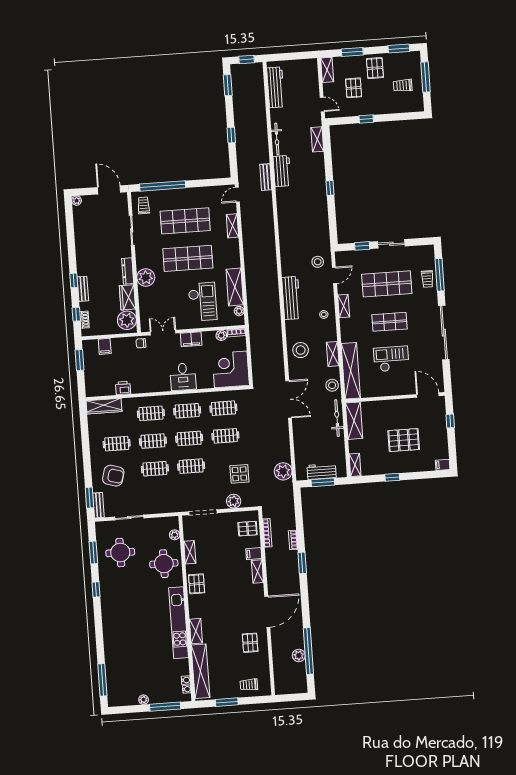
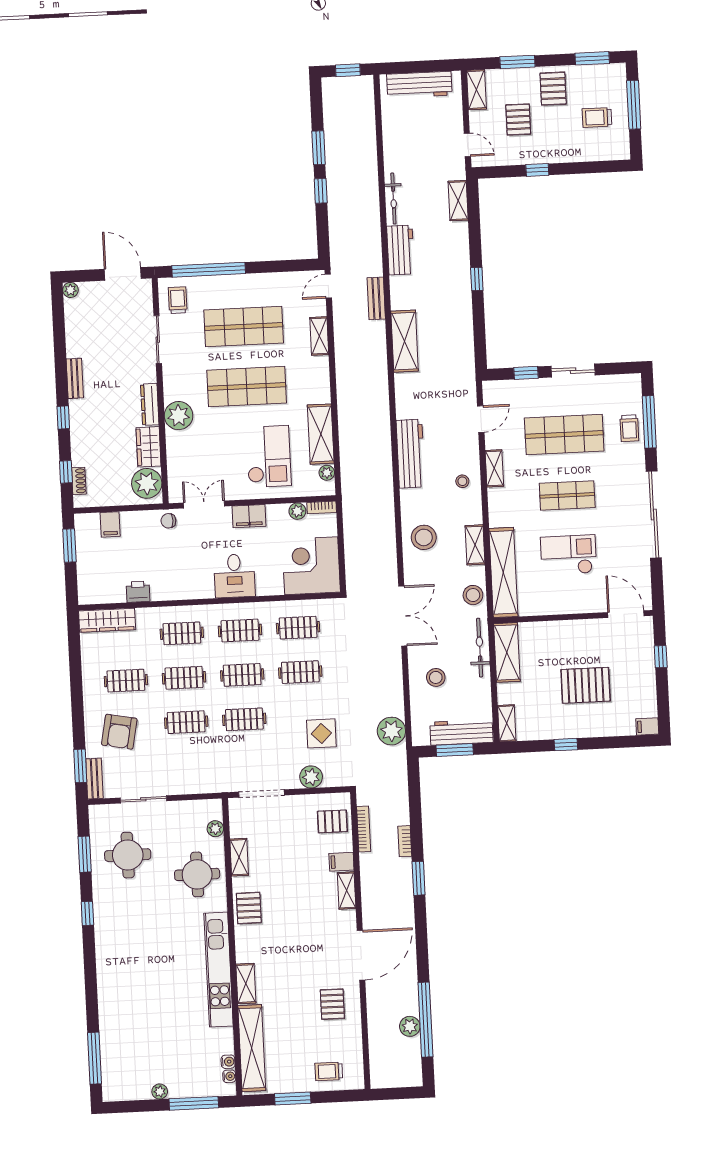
window: (228, 85) -> (319, 148), moved
workbench: (276, 87) -> (419, 85), moved, turned 90
bench: (266, 177) -> (376, 298), moved
shelving: (286, 228) -> (405, 341), added
stool: (318, 262) -> (436, 677), moved
bench: (83, 289) -> (75, 378), moved
workbench: (322, 471) -> (461, 732), width x1.37
armchair: (113, 476) -> (119, 732), turned 85

